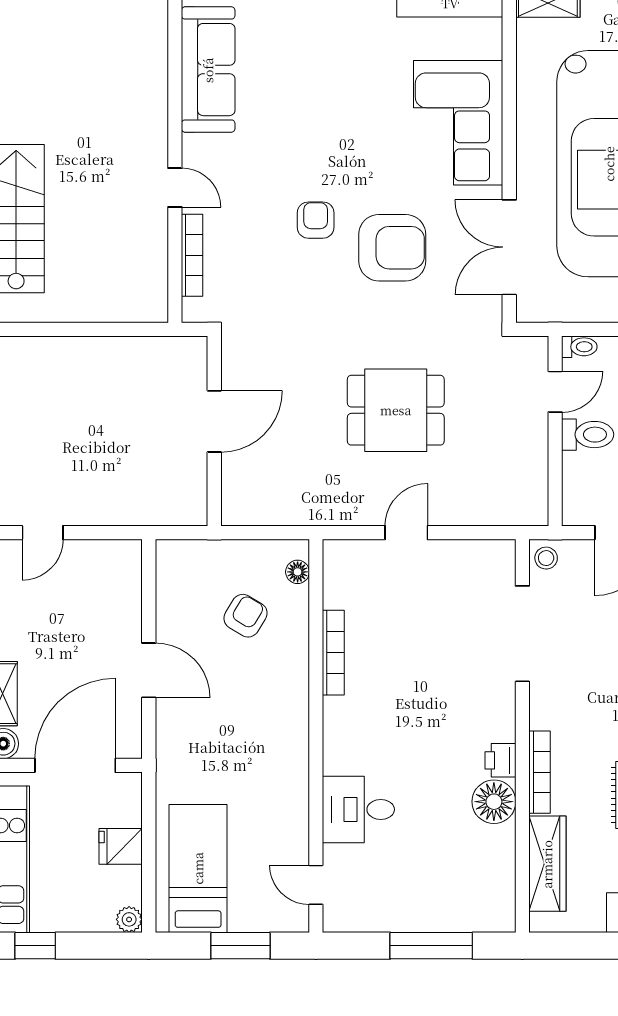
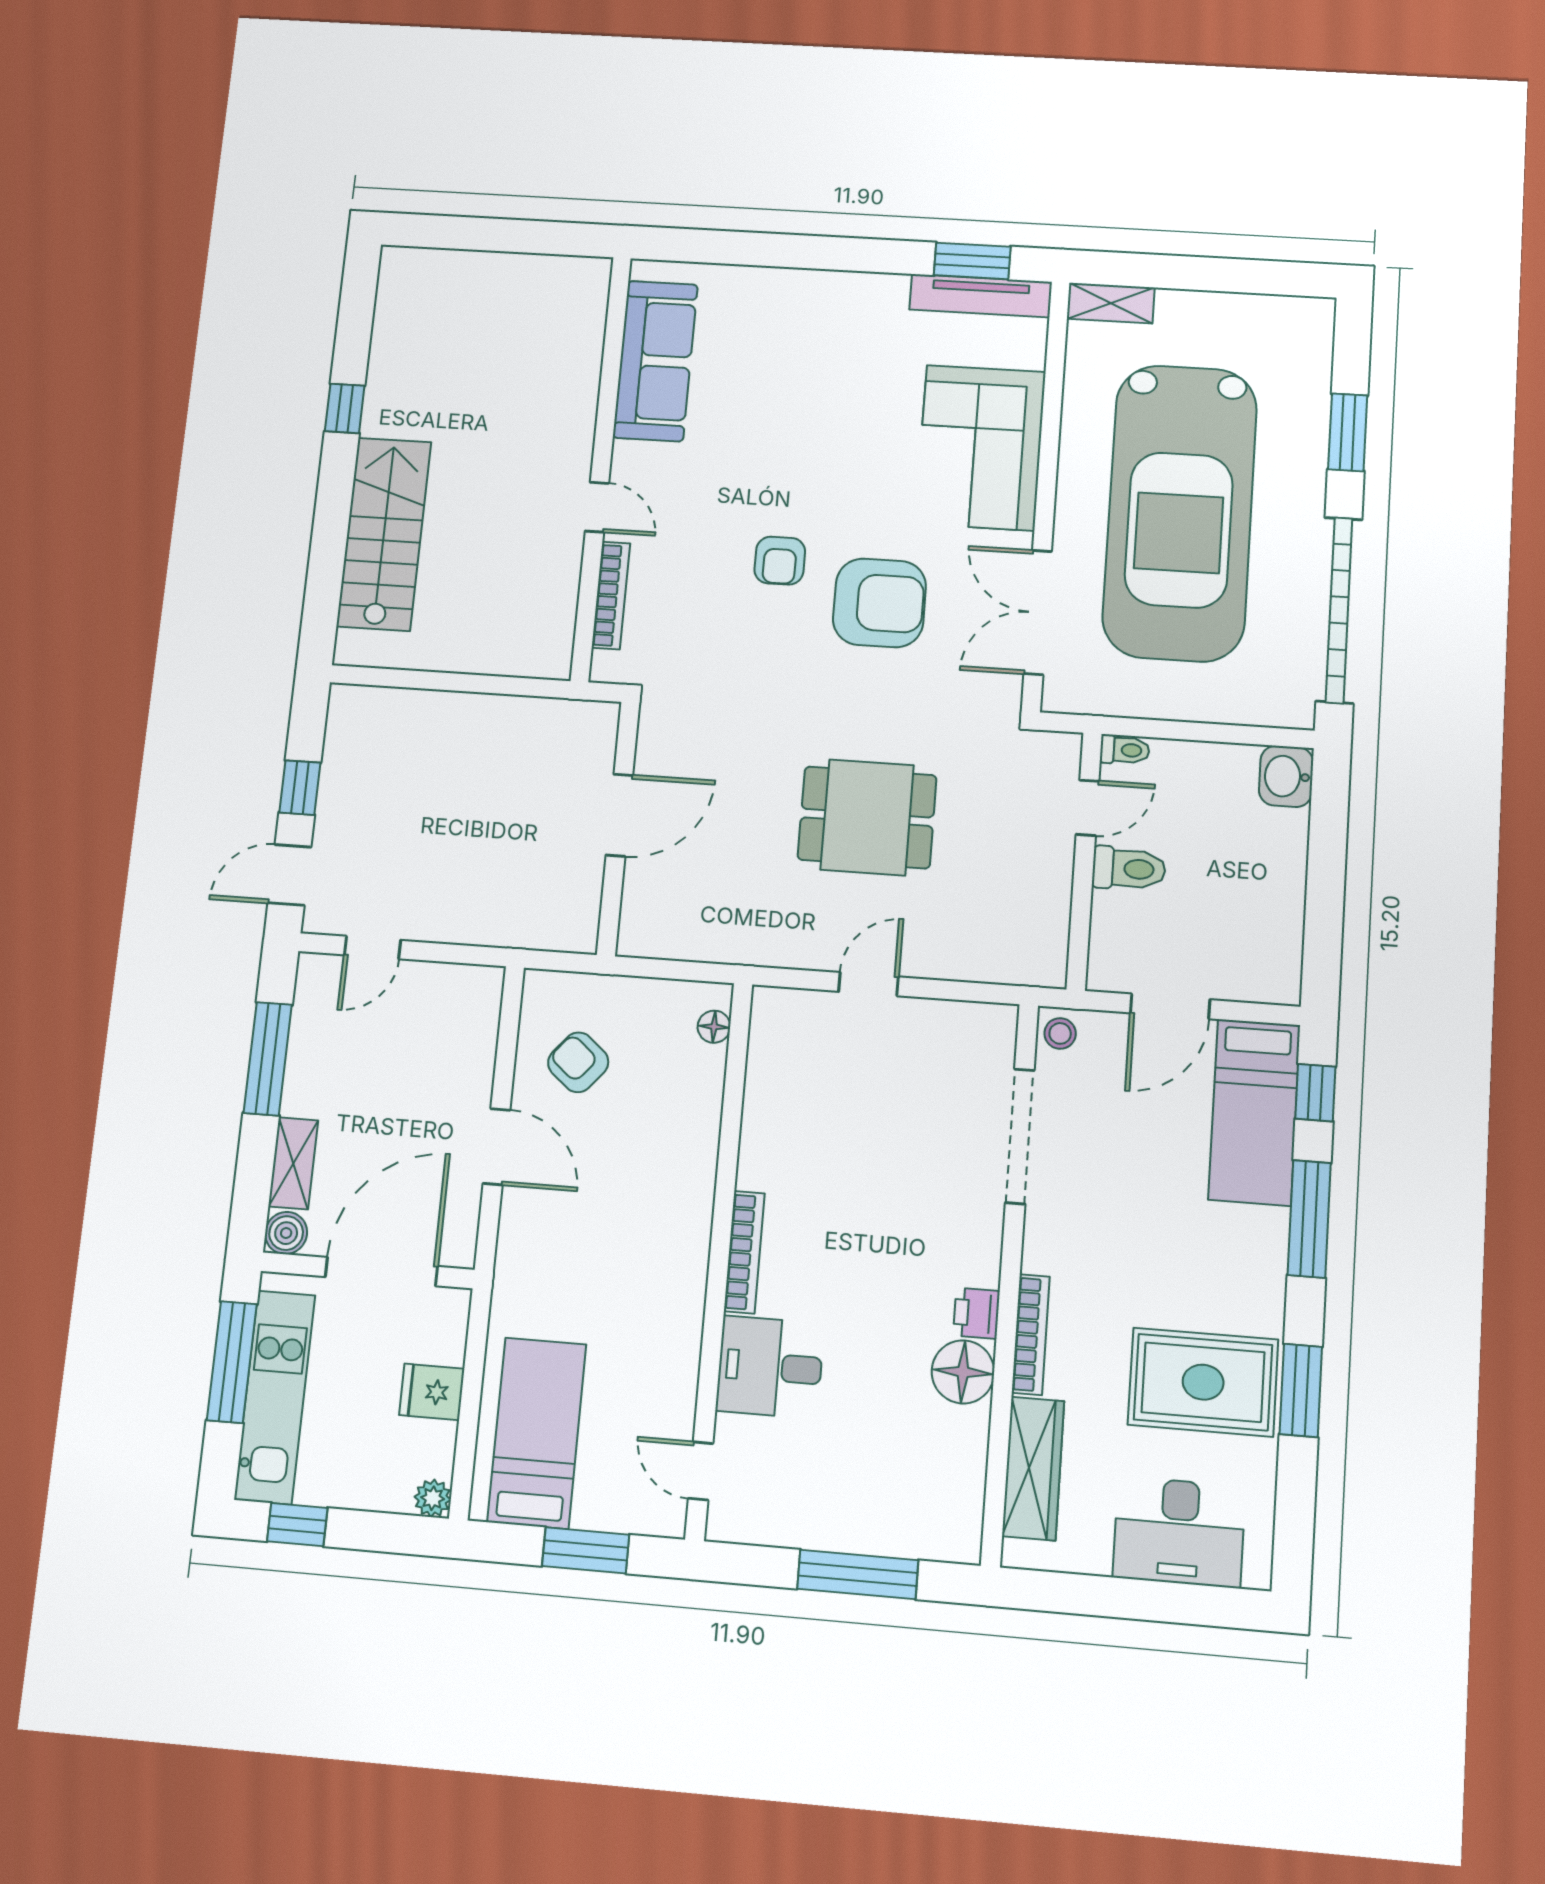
armchair: (316, 220) -> (780, 561), turned 180
armchair: (246, 616) -> (578, 1062), moved, turned -81
bookcase: (333, 653) -> (744, 1252), moved

